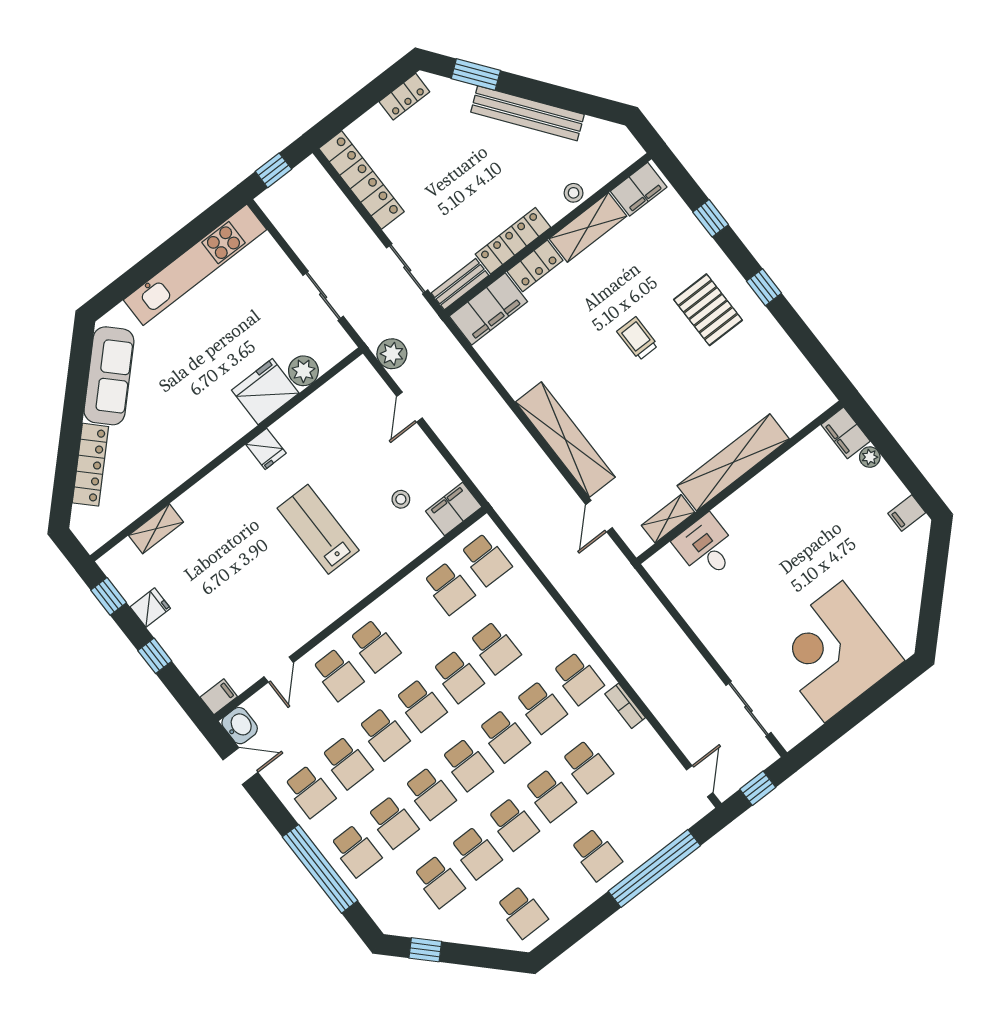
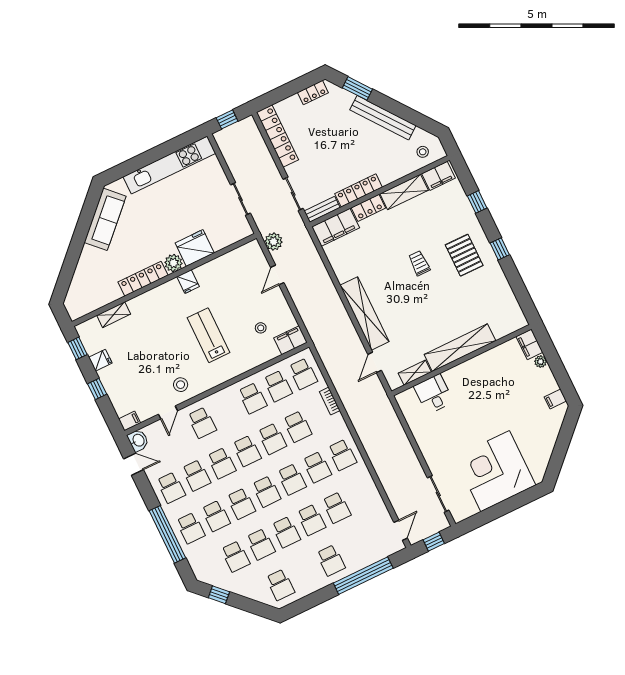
stool: (574, 193) -> (423, 152), moved
plant: (303, 371) -> (173, 263), moved
locker: (90, 465) -> (143, 279), moved, turned -135
stool: (290, 620) -> (181, 385), added
school desk: (375, 646) -> (253, 398), moved
bookcase: (625, 706) -> (330, 401), moved

